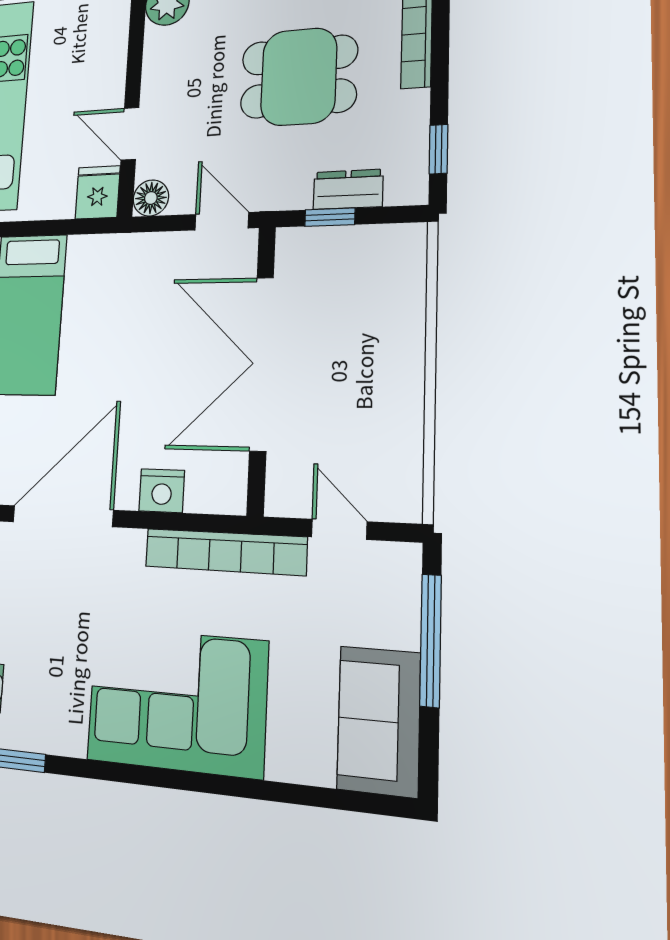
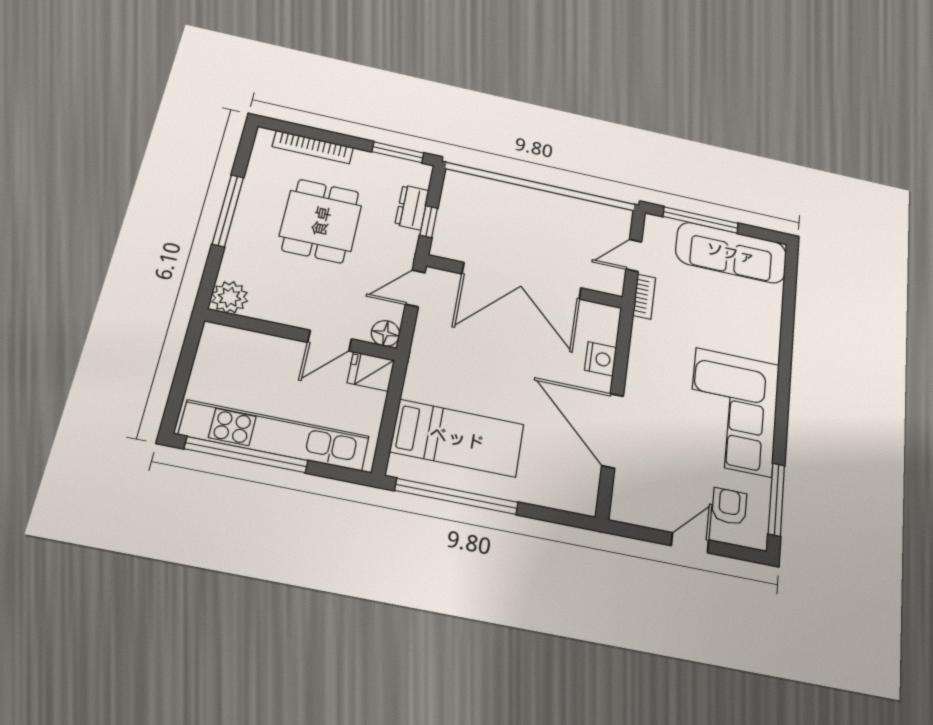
window: (439, 149) -> (398, 152), width x1.50
bookcase: (225, 552) -> (644, 297), width x0.43, depth x0.76
corner sofa: (177, 701) -> (733, 412), moved
sofa: (379, 721) -> (731, 253), width x1.36

